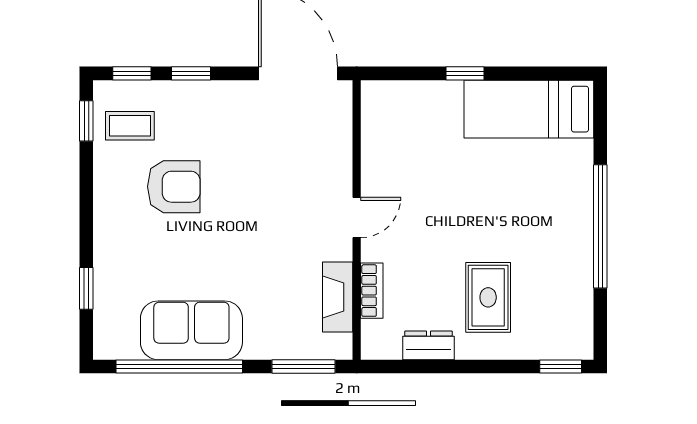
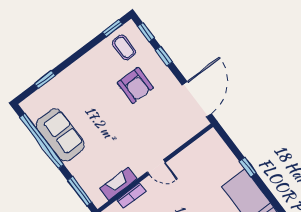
armchair: (174, 187) -> (135, 85), moved

